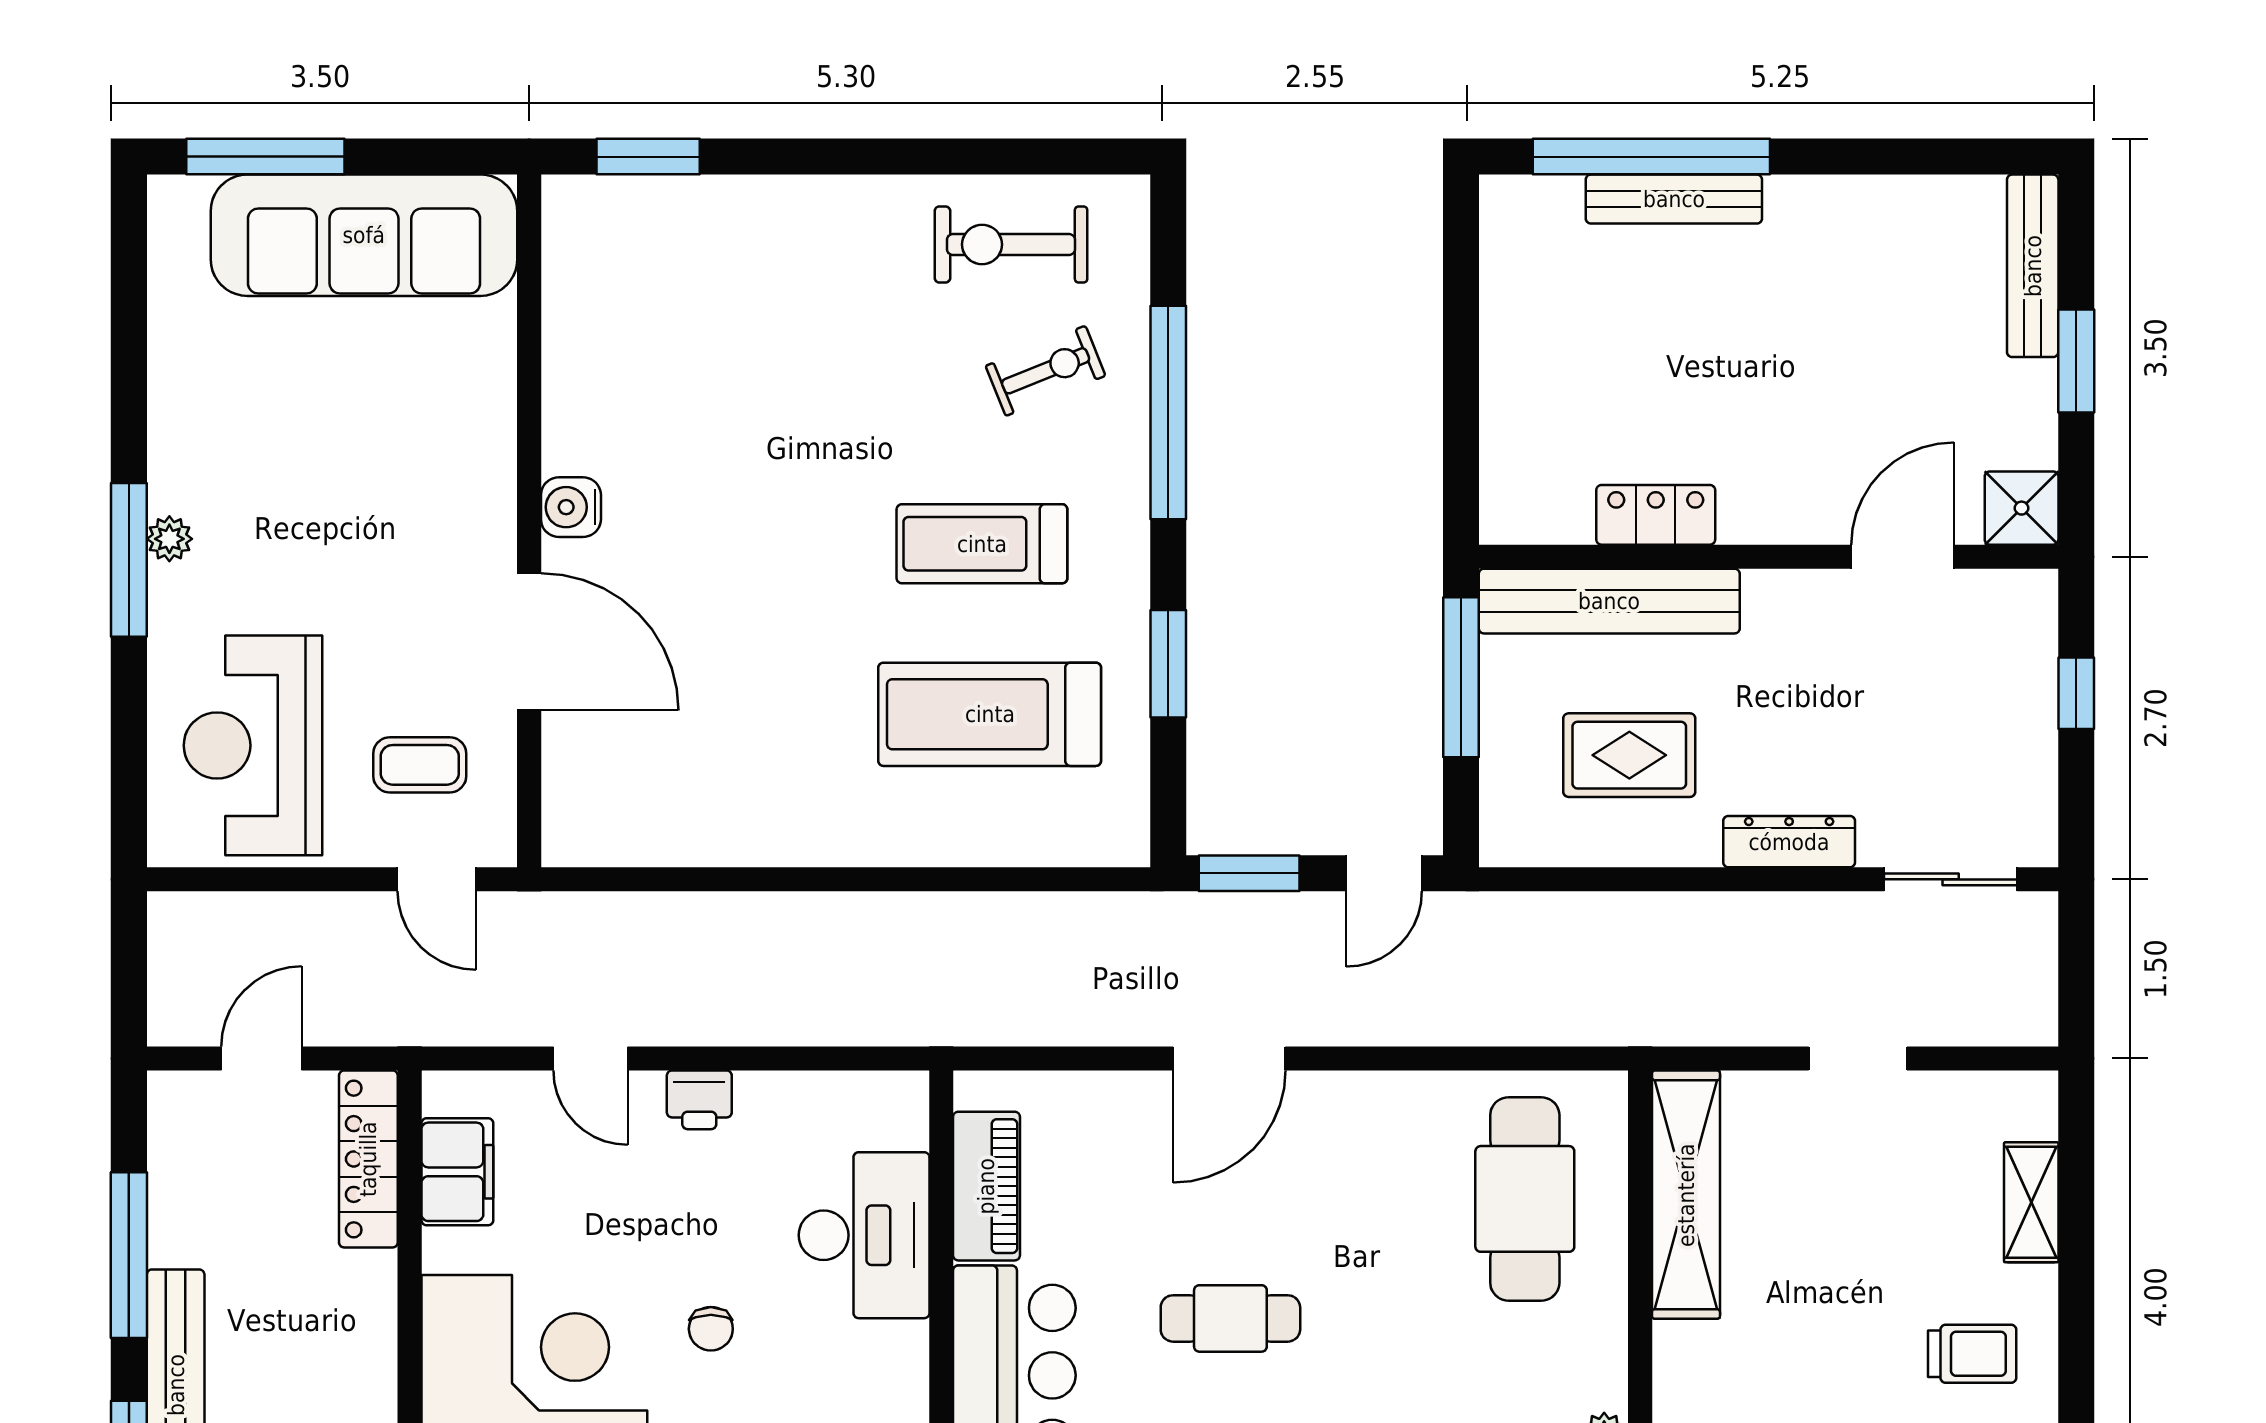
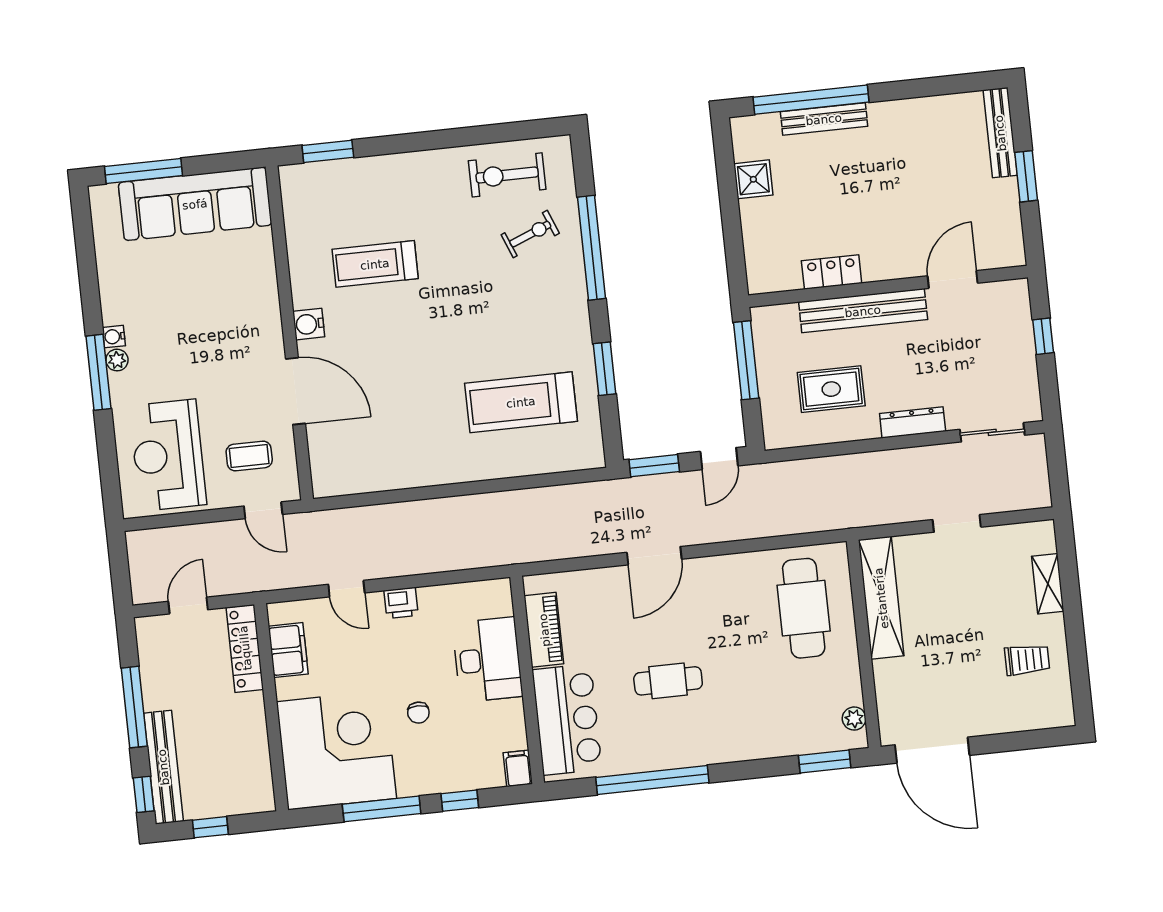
water cooler: (168, 490) -> (114, 337), added
shower: (2022, 508) -> (753, 179), moved
treadmill: (982, 544) -> (375, 264), moved
bench: (1609, 601) -> (863, 311), moved

